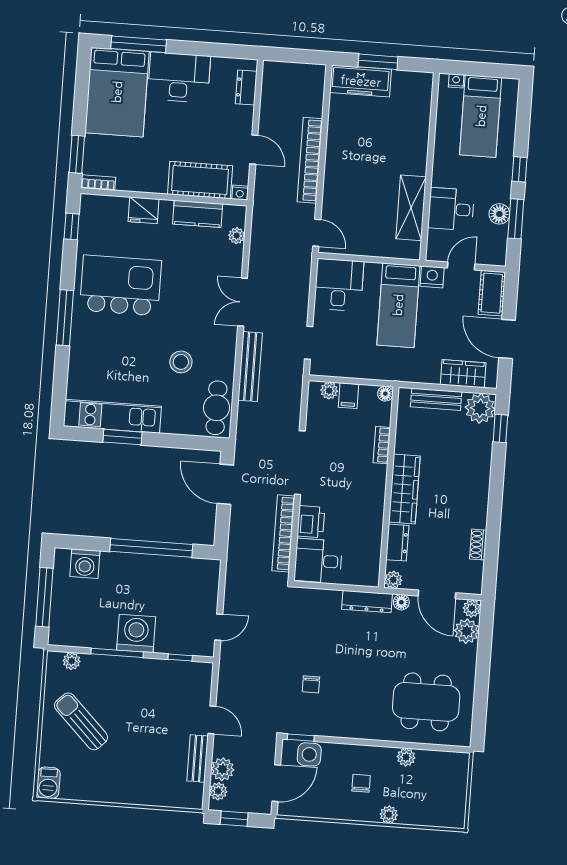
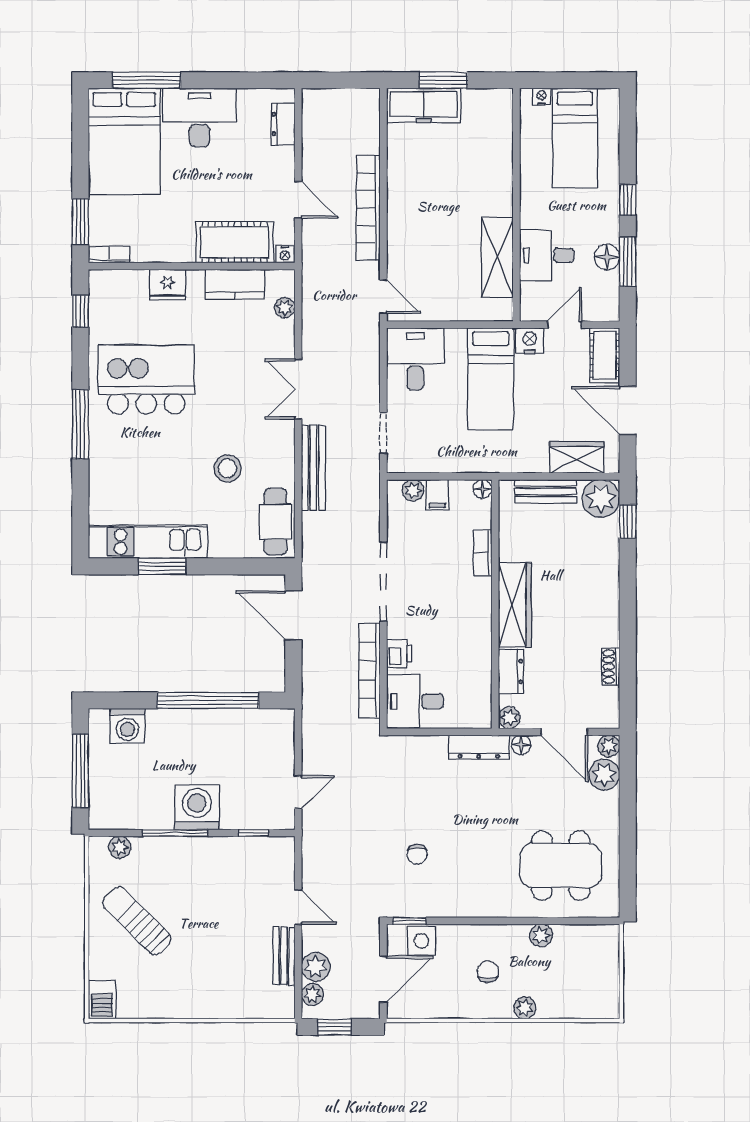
printer: (311, 522) -> (399, 654), width x0.73, depth x0.81

